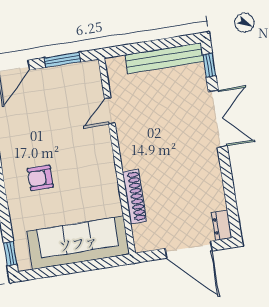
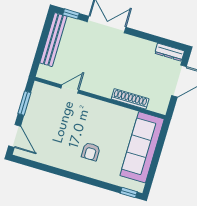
door: (110, 111) -> (70, 89), swing flipped
dresser: (222, 225) -> (170, 52), width x1.44

